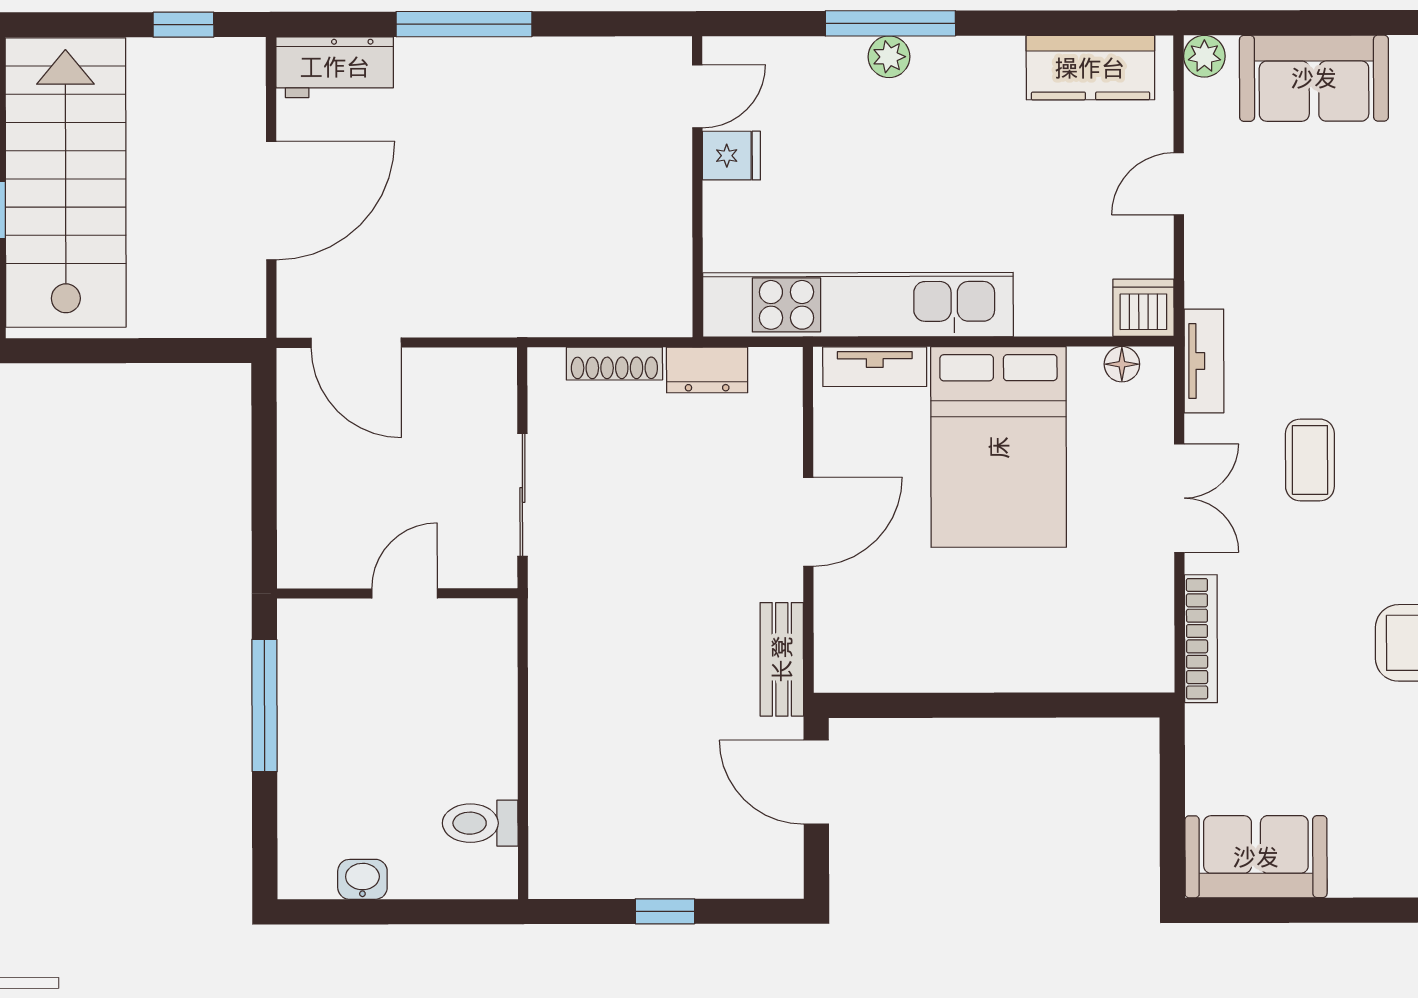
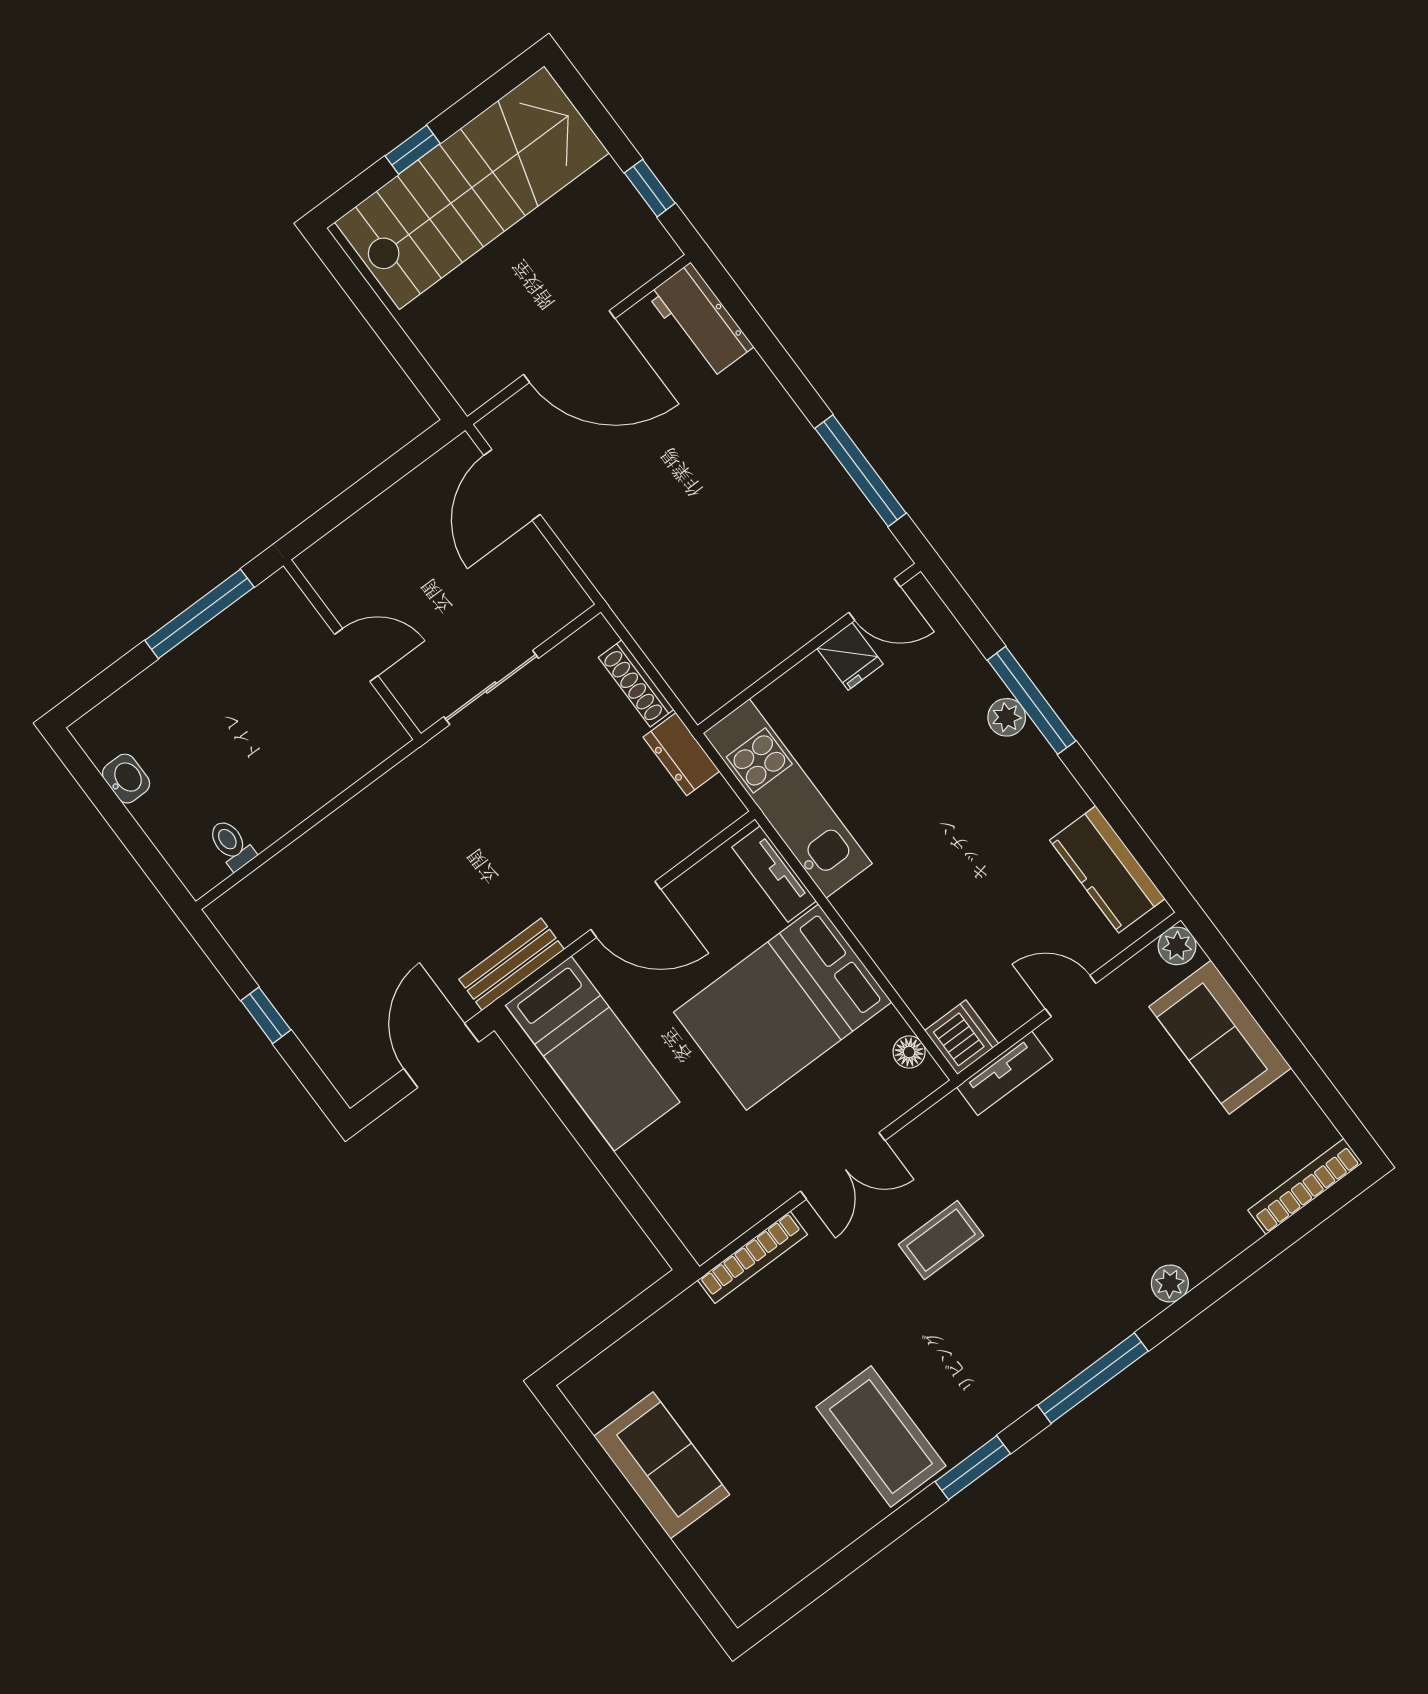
window: (464, 24) -> (861, 471), moved
kitchen unit: (858, 305) -> (788, 798), width x0.73
tv unit: (1204, 361) -> (1005, 1073), moved
bed: (914, 646) -> (593, 1053), added
toilet: (480, 823) -> (231, 845), width x0.73, depth x0.72
sofa: (1256, 857) -> (662, 1465), moved

